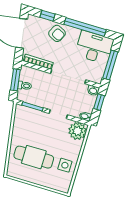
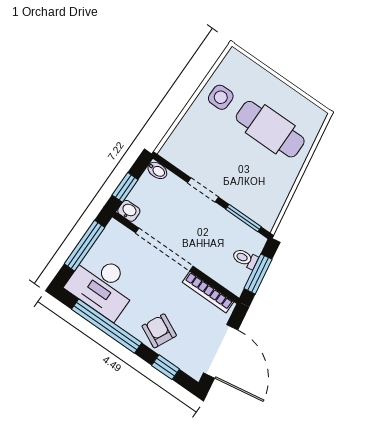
plant: (77, 131) -> (179, 149), removed

